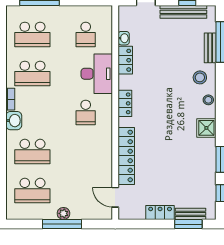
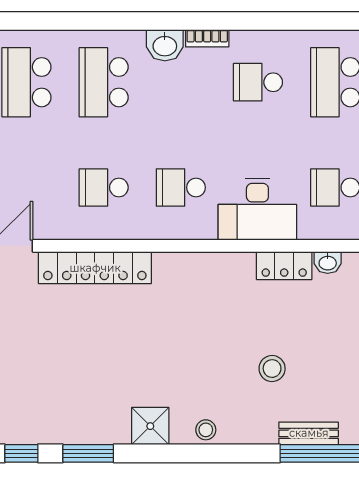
school desk: (32, 73) -> (258, 82), width x0.54
stool: (200, 77) -> (272, 369), moved
locker: (125, 103) -> (199, 265), removed
school desk: (86, 152) -> (104, 188), added

